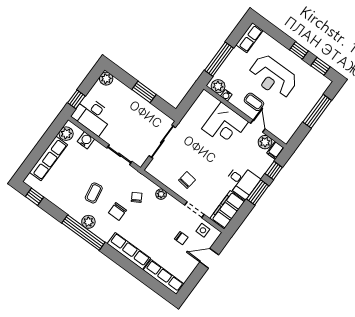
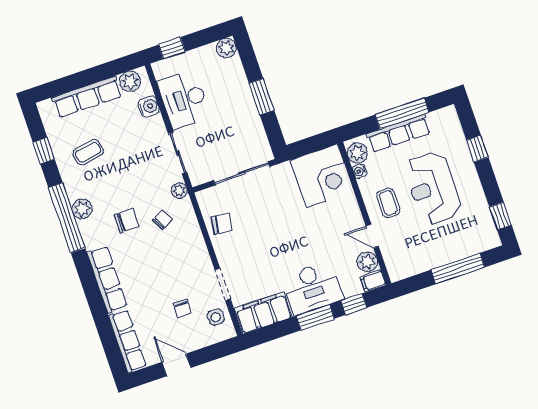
row of seats: (249, 38) -> (399, 133), moved, width x1.48
window: (299, 50) -> (477, 149), moved
window: (219, 59) -> (402, 113), moved
desk: (92, 116) -> (184, 100), moved
corner desk: (225, 125) -> (322, 176), moved, turned -90
door: (258, 126) -> (372, 236), swing flipped
chair: (187, 180) -> (222, 224), moved
desk: (242, 181) -> (312, 288), width x1.37
coffee table: (94, 193) -> (88, 152), moved
plant: (161, 194) -> (179, 191), moved
window: (35, 197) -> (44, 151), moved
chair: (117, 211) -> (127, 221), turned 180
door: (209, 258) -> (176, 365), moved

